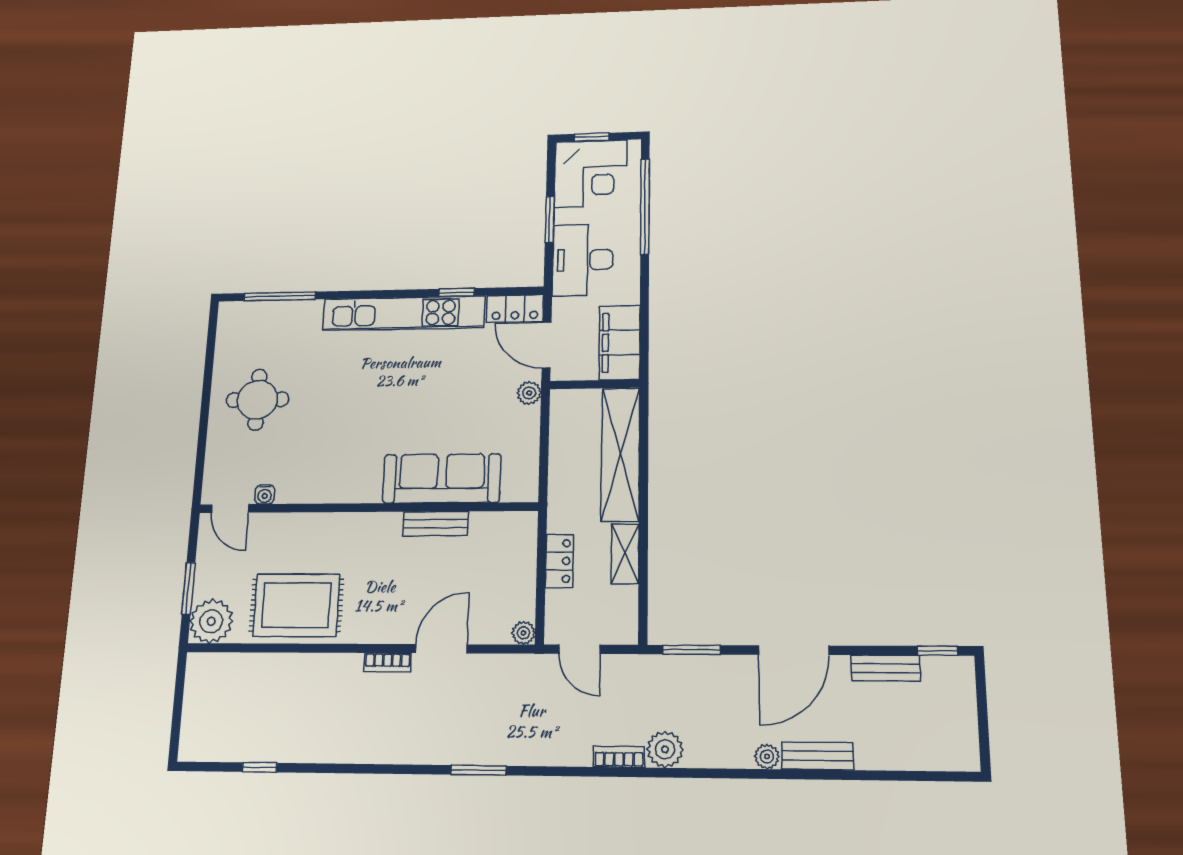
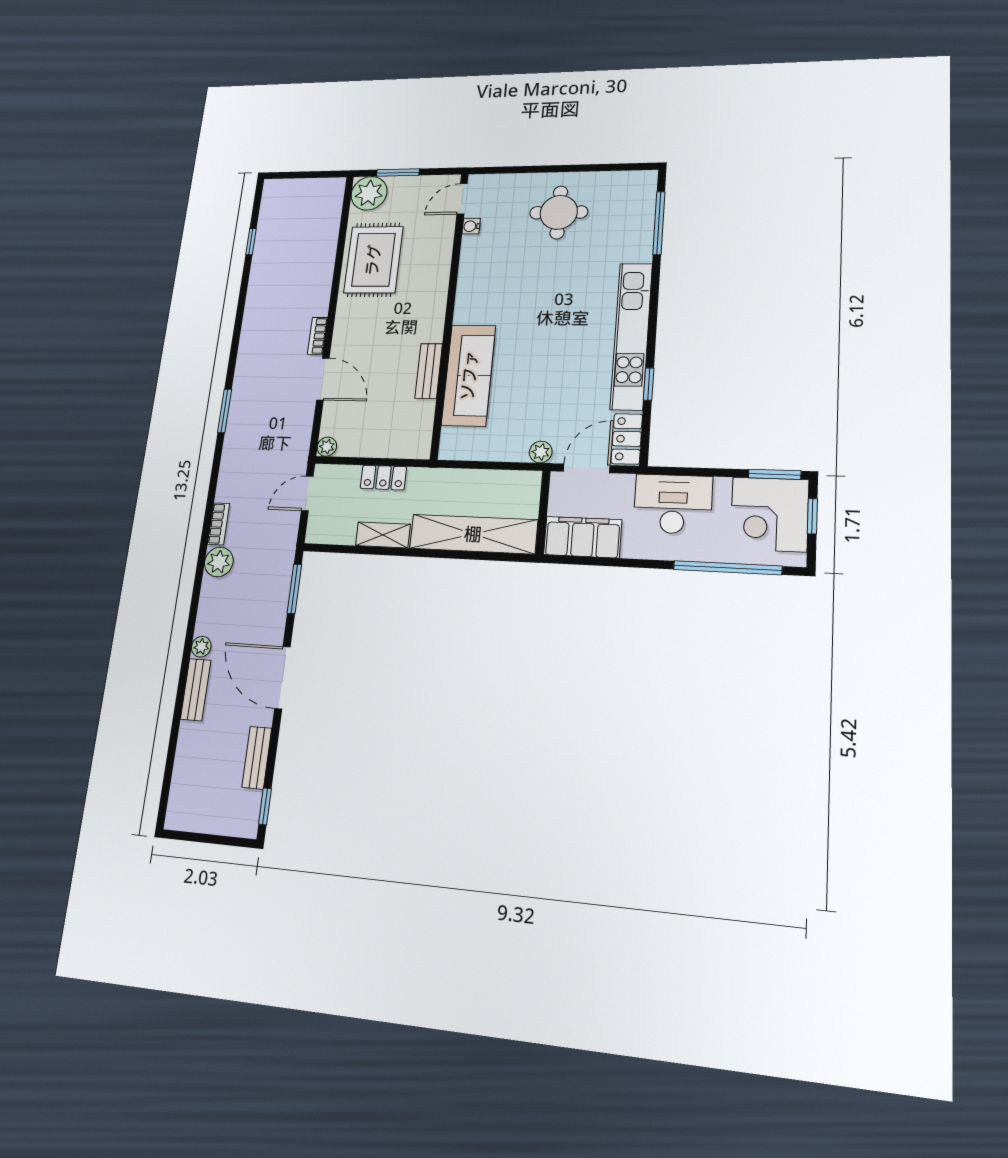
window: (550, 219) -> (775, 474), moved

